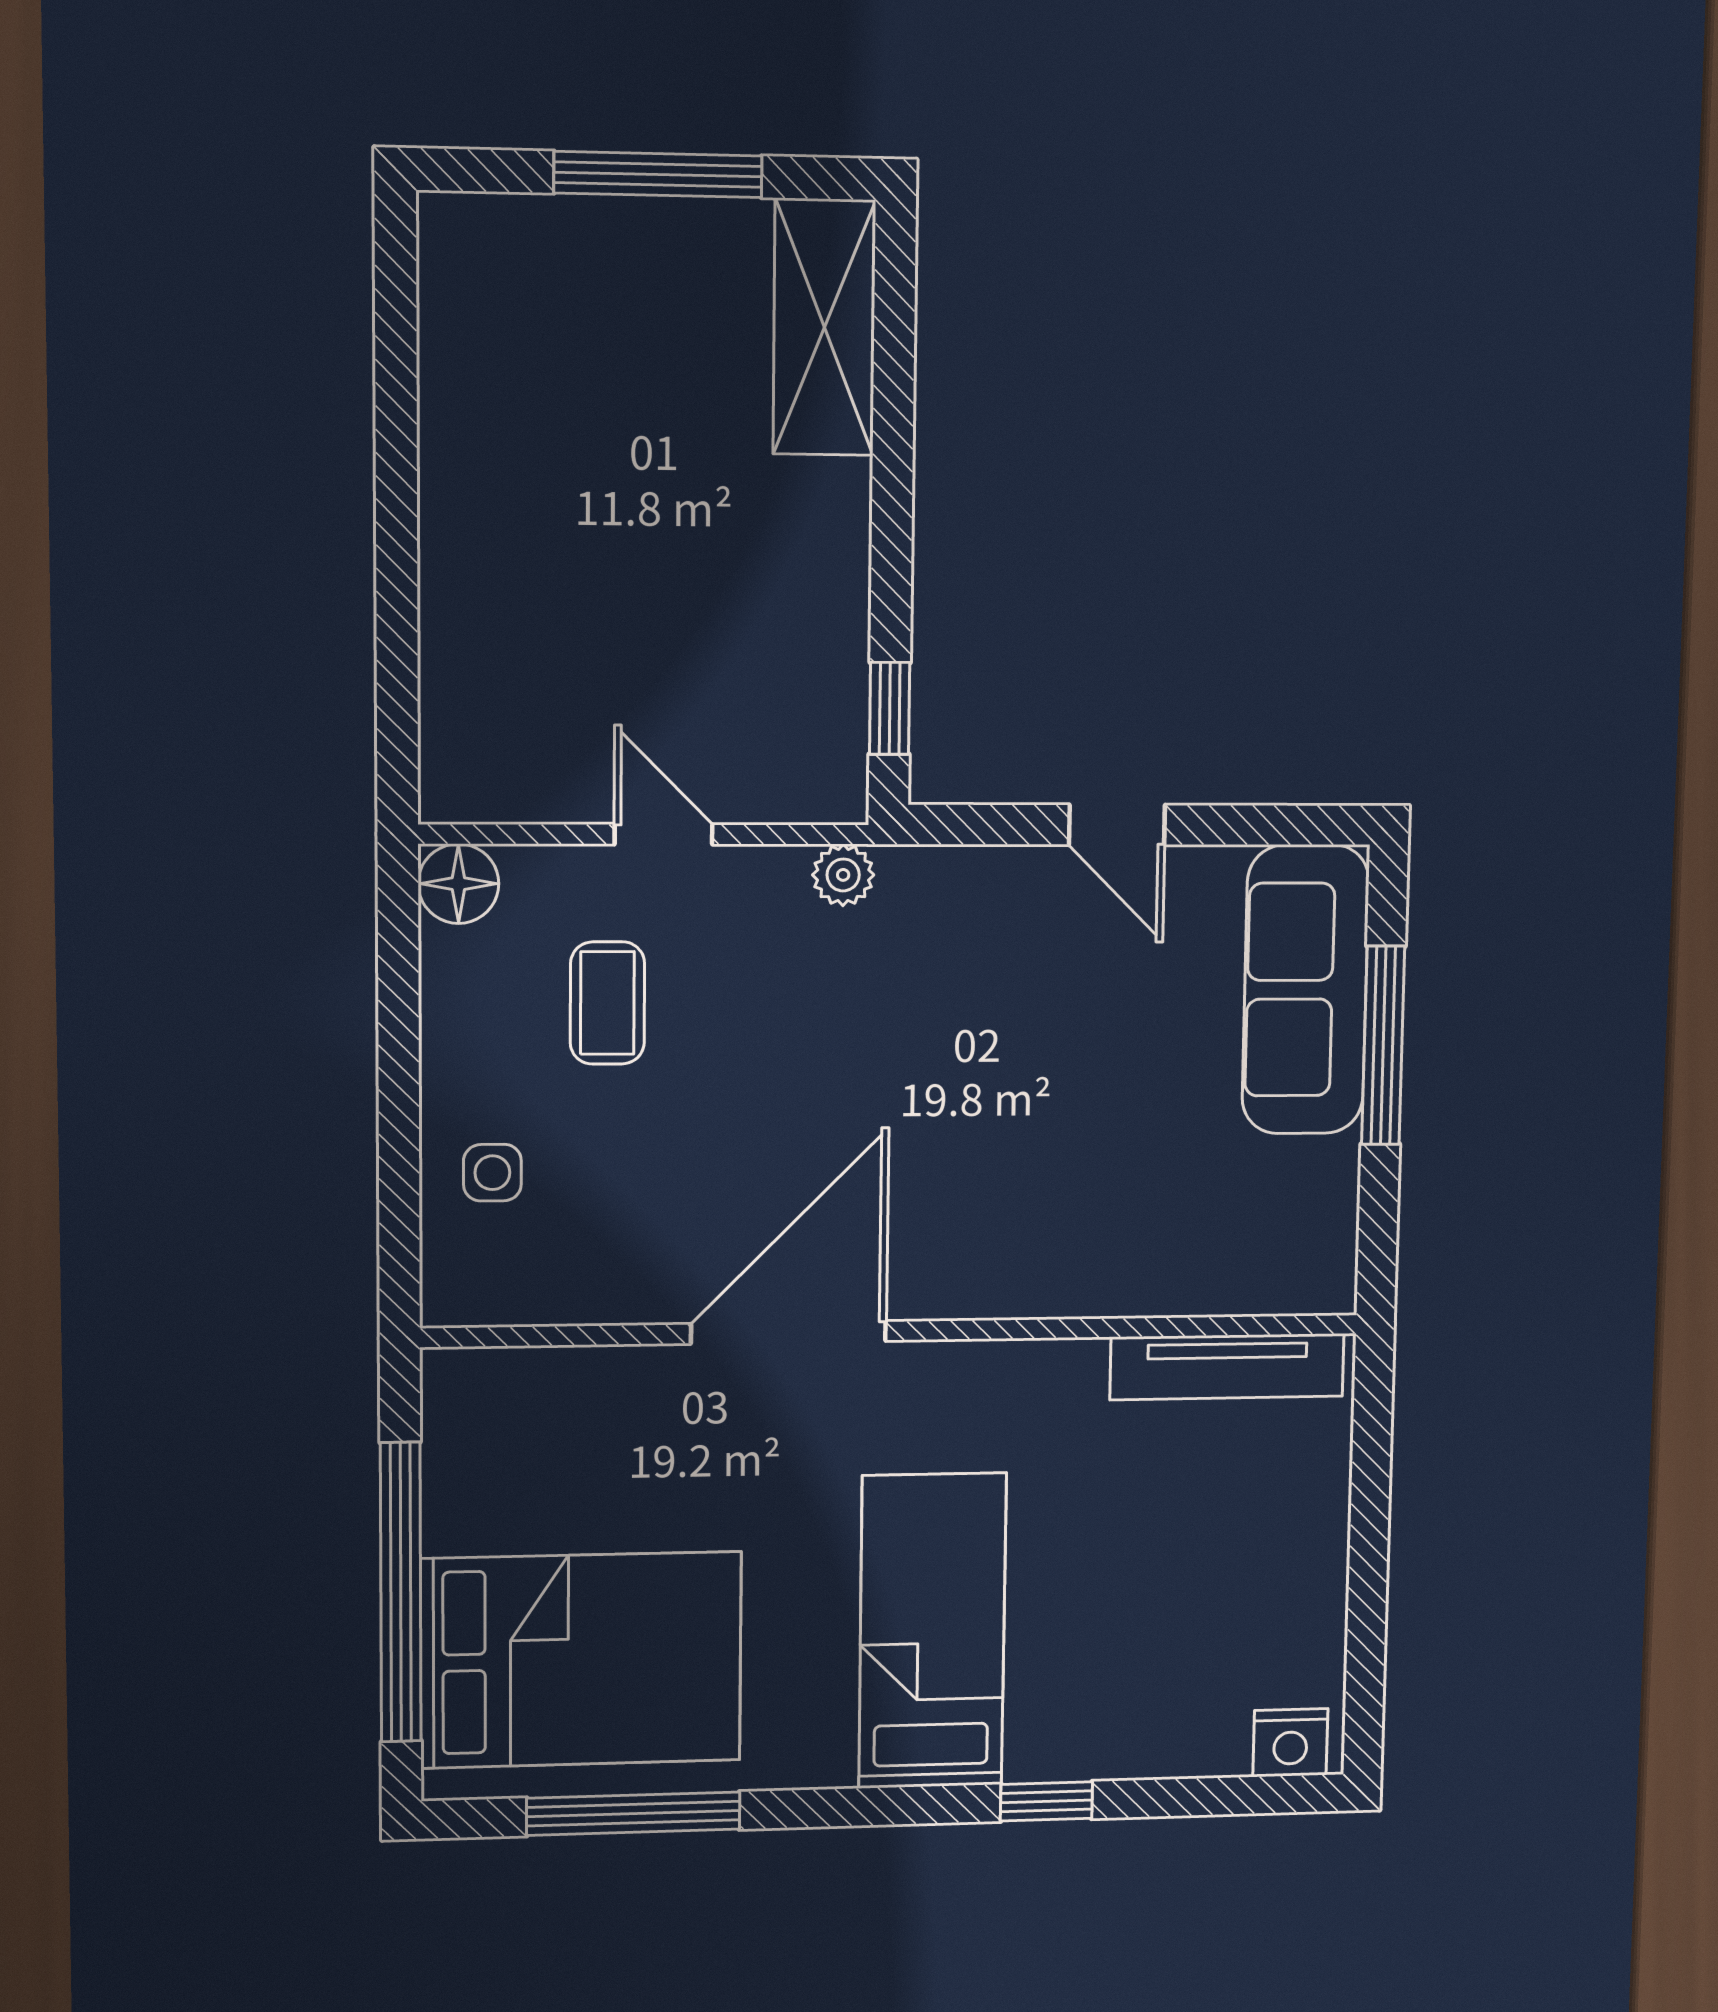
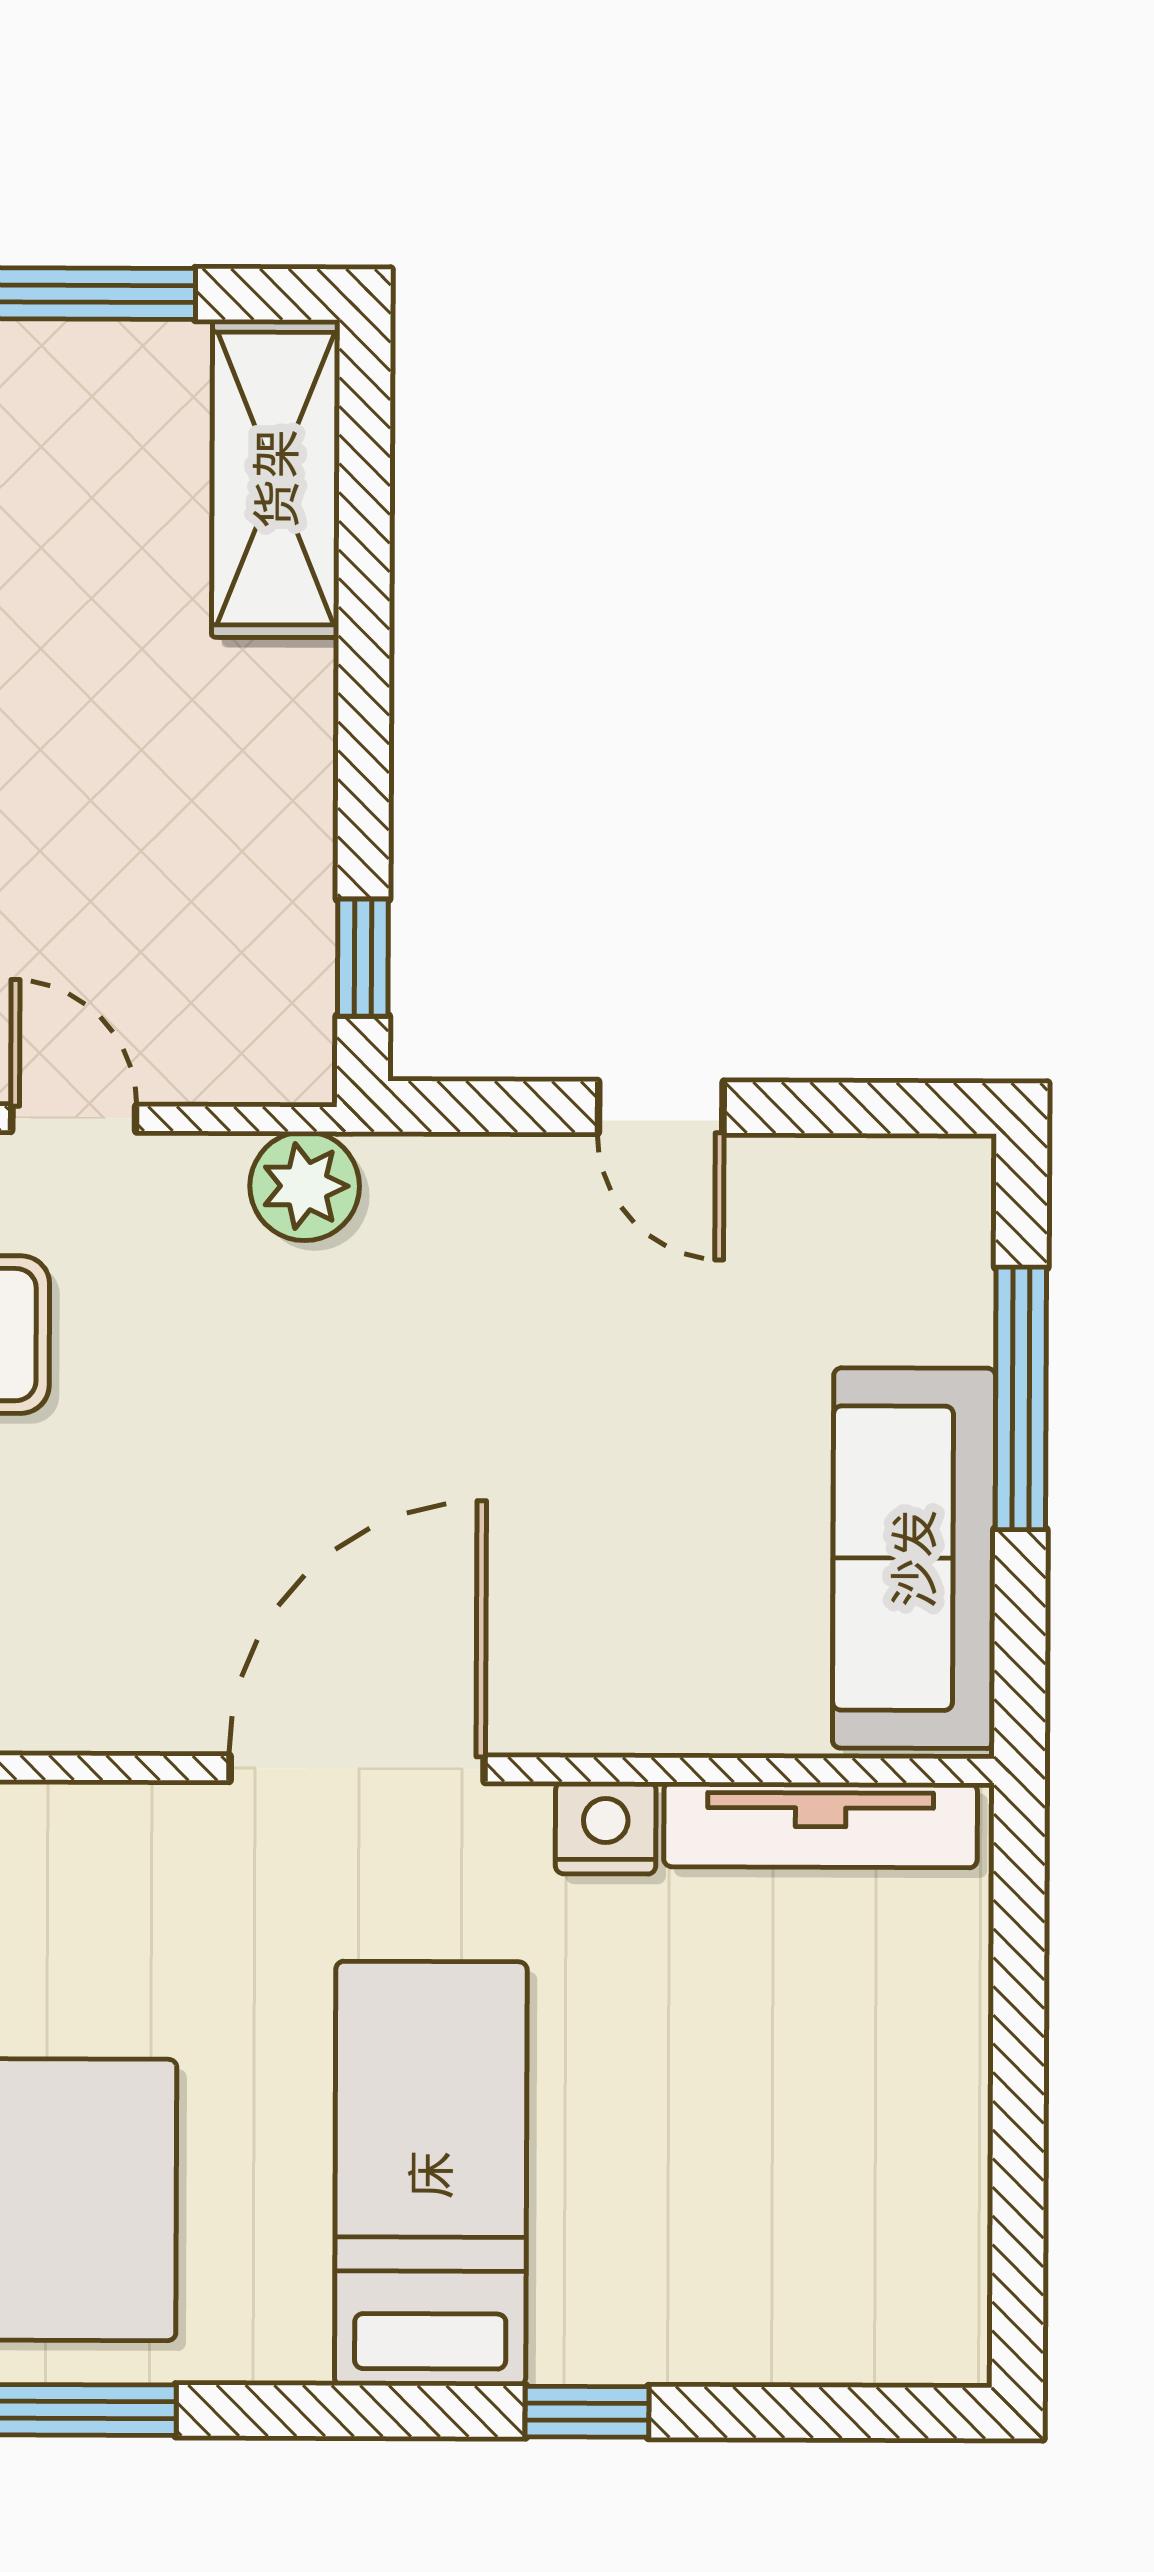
plant: (843, 875) -> (305, 1186), width x1.38, depth x1.38
sofa: (1305, 990) -> (914, 1558), moved
door: (789, 1332) -> (357, 1769), moved
nightstand: (1290, 1743) -> (606, 1828), moved, turned 180

